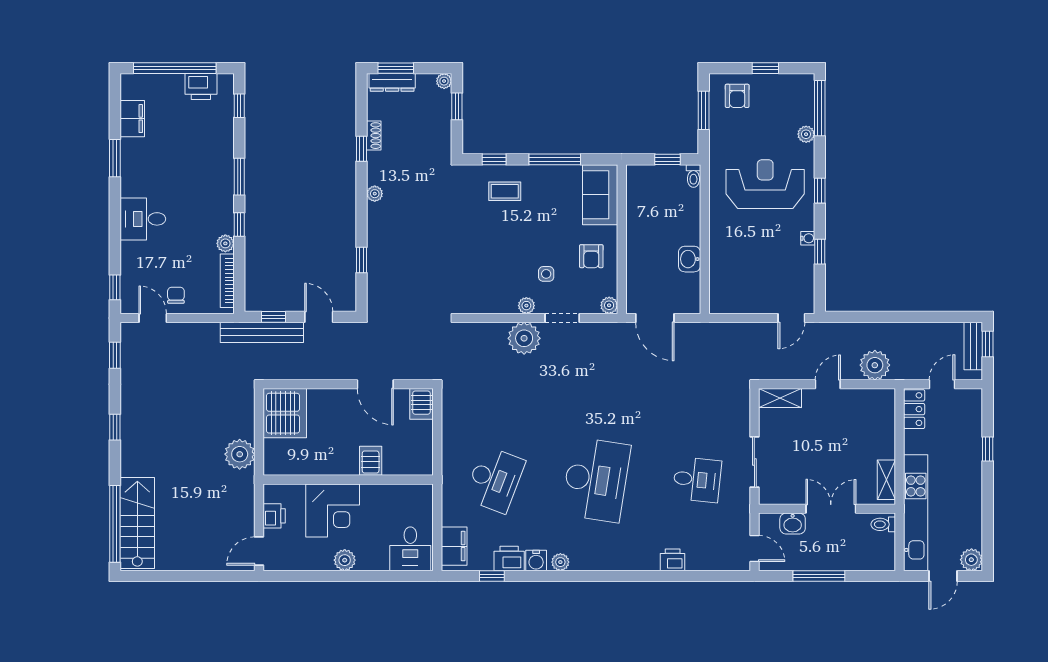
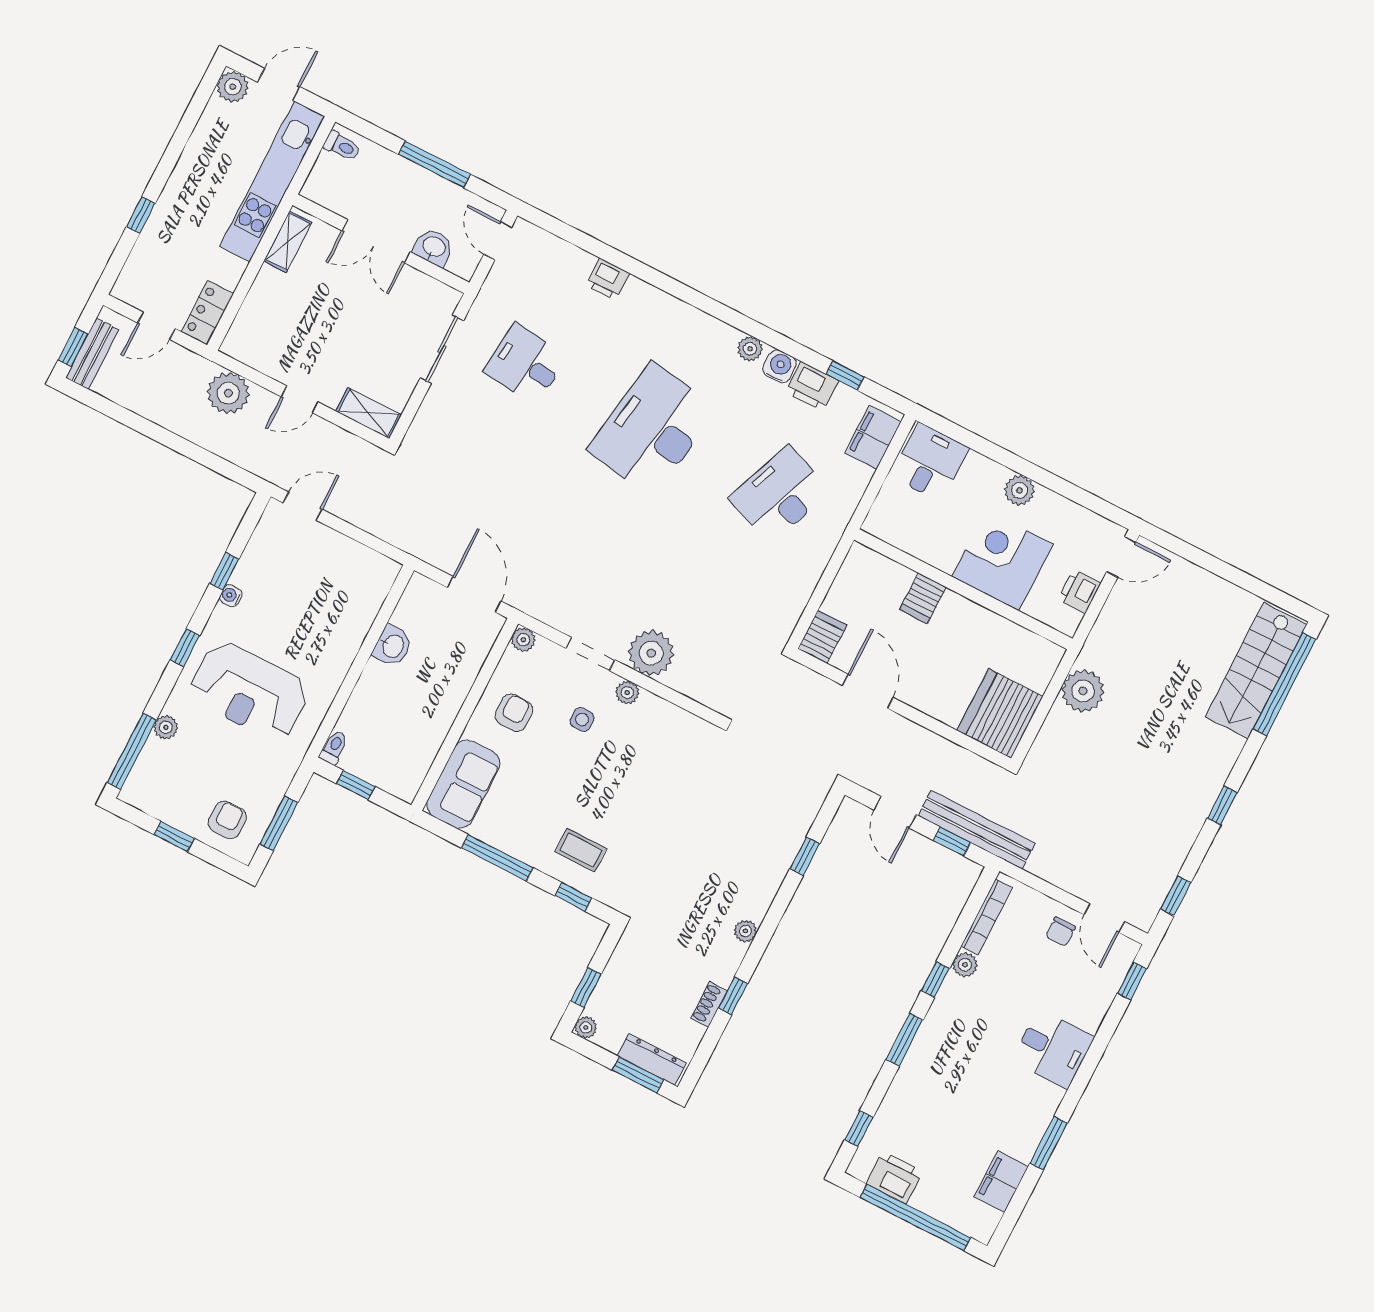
toilet: (883, 524) -> (342, 146), moved

